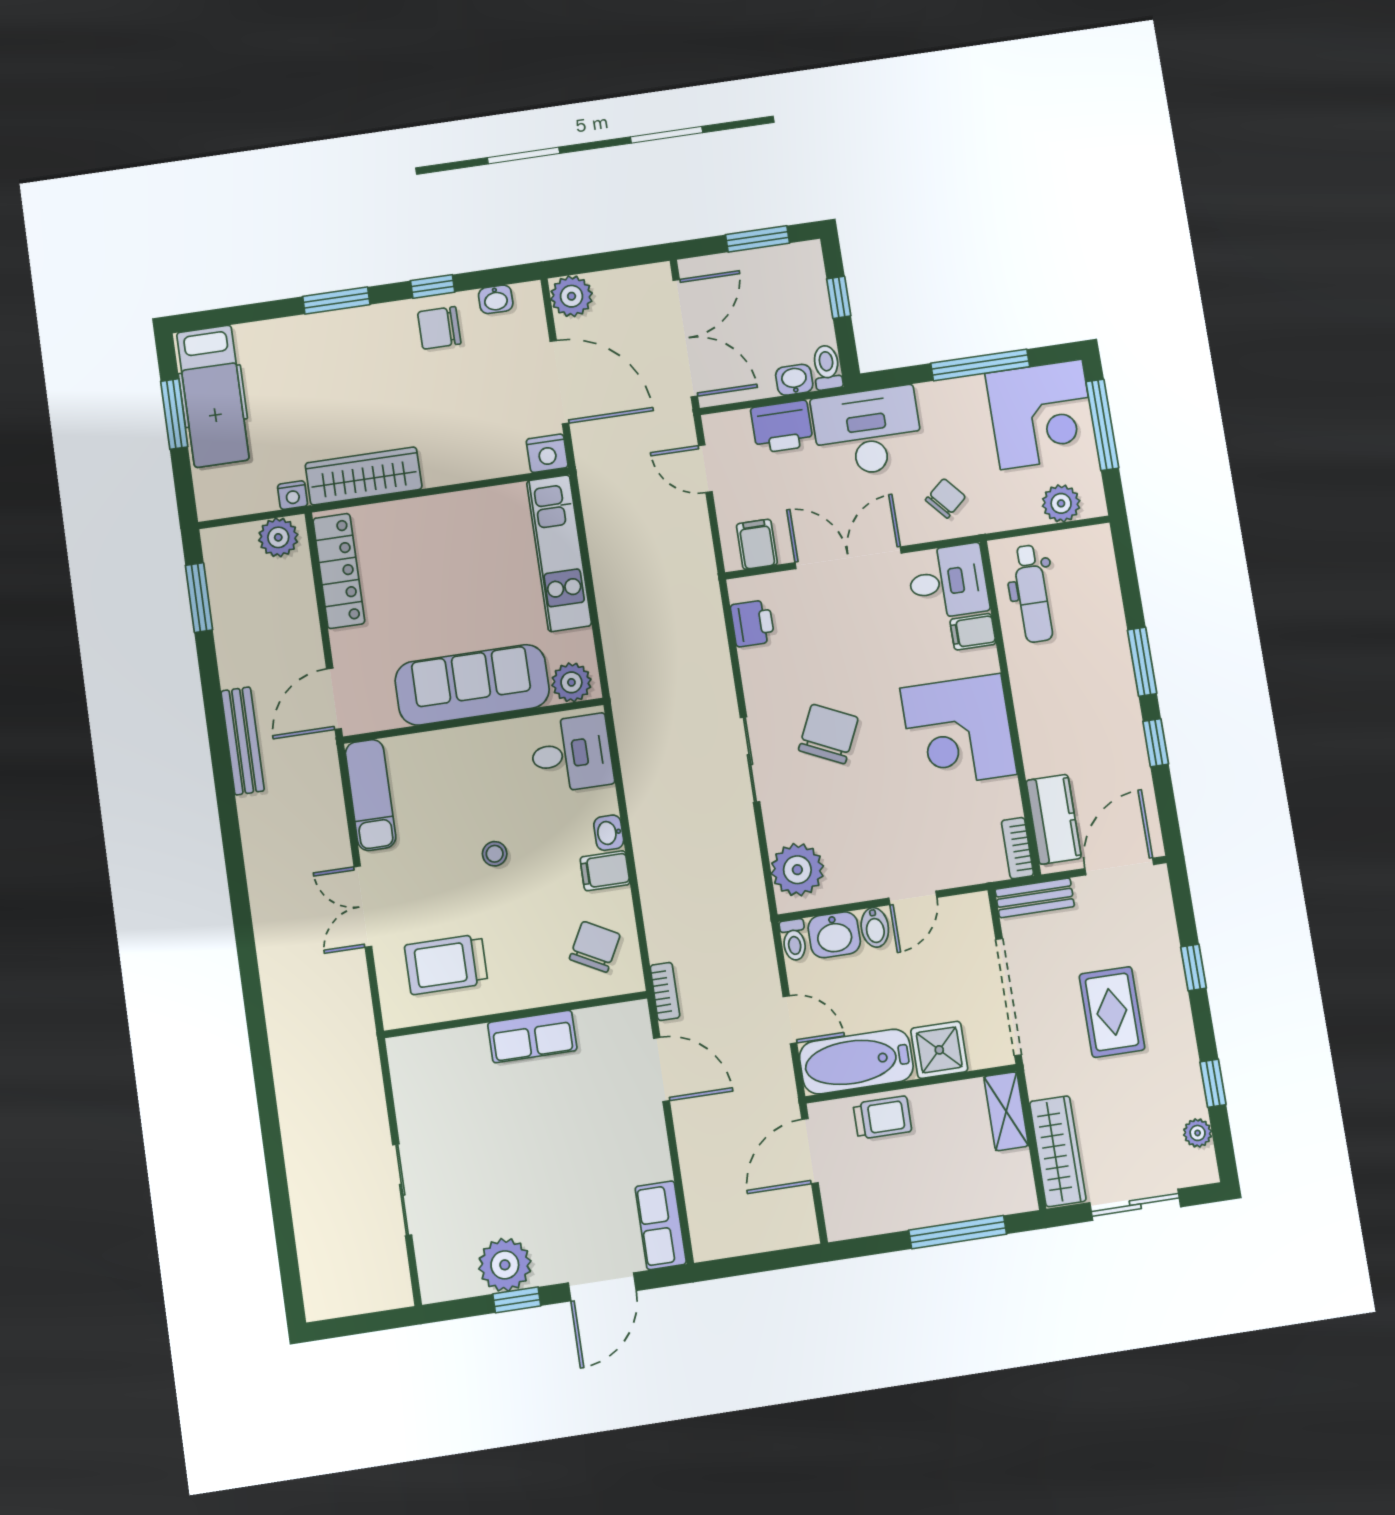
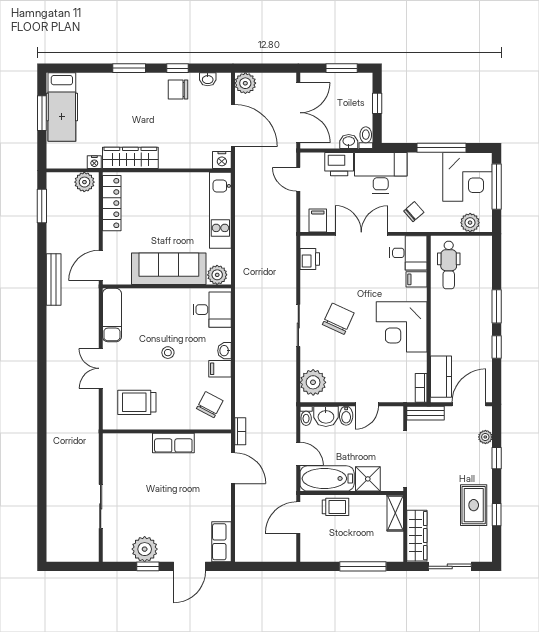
rug: (1112, 1012) -> (474, 505), moved
plant: (1198, 1133) -> (485, 437), moved

